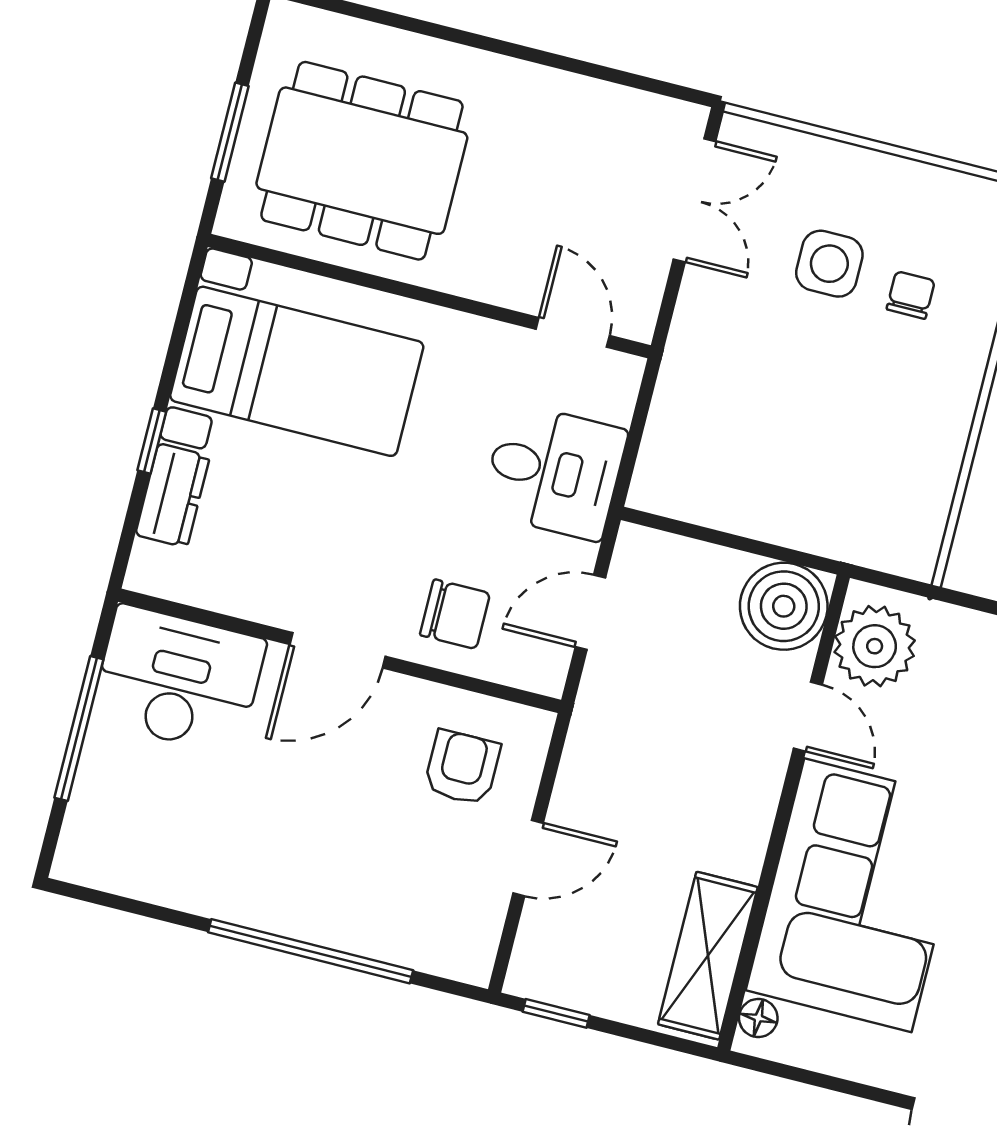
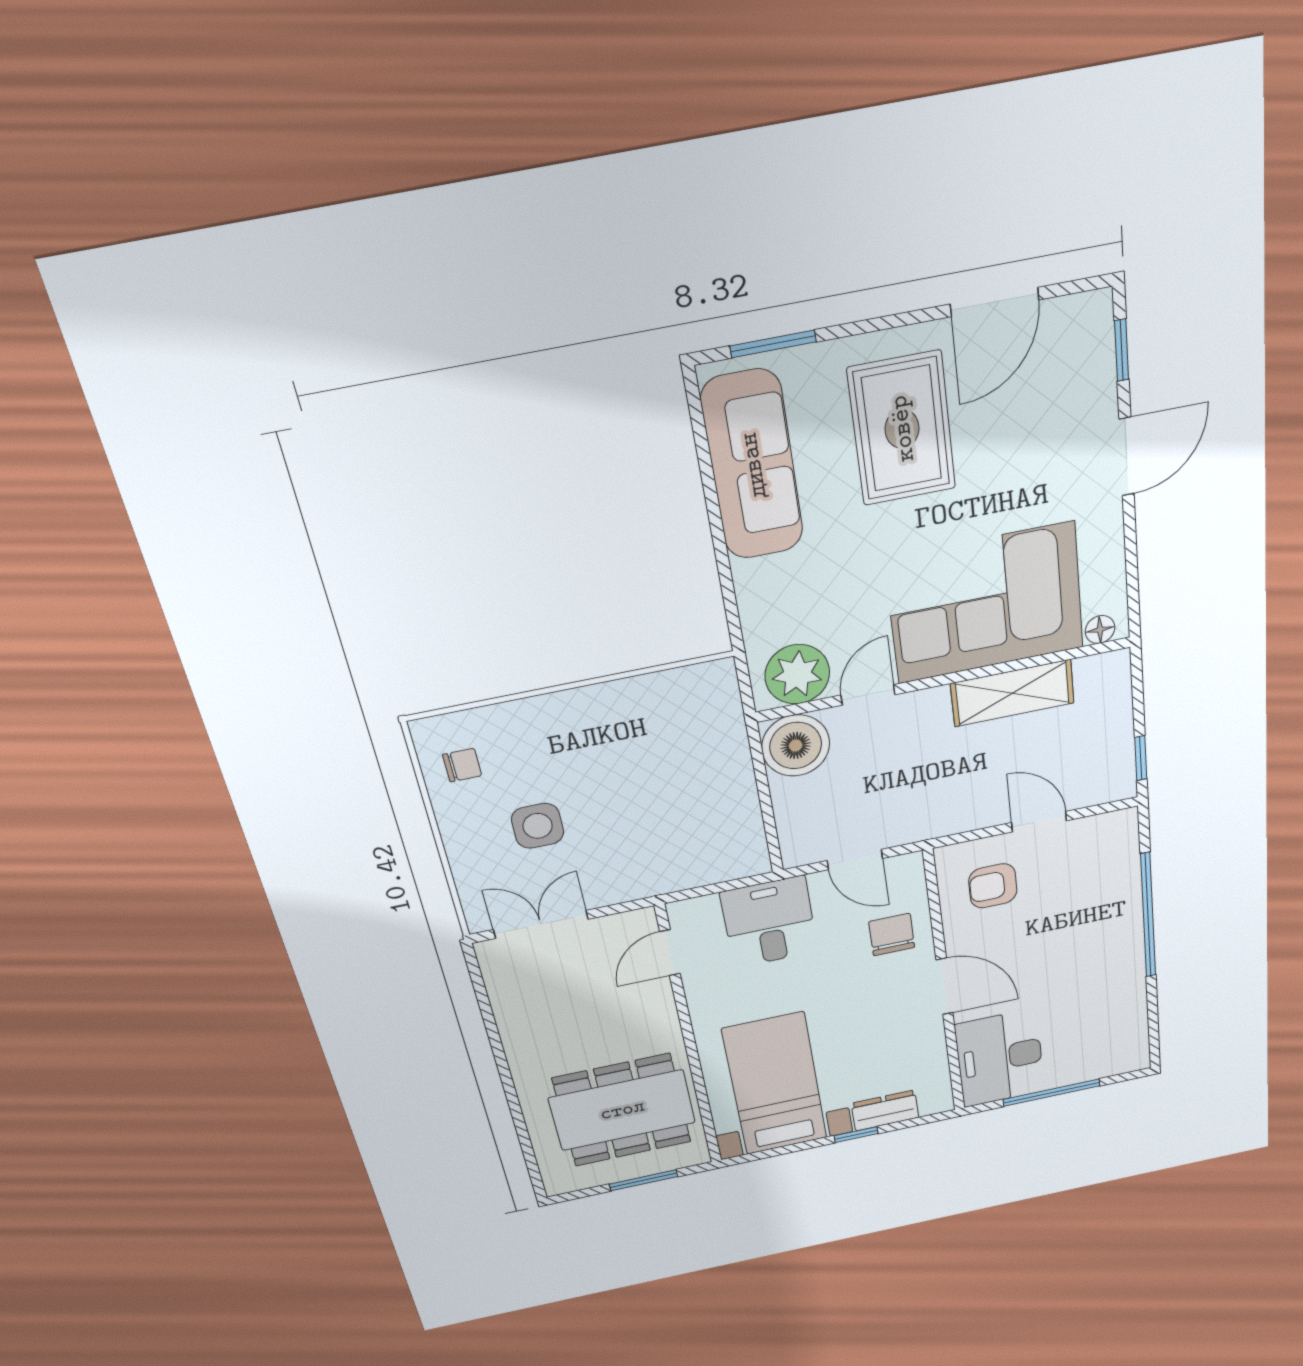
dining table: (362, 161) -> (622, 1110), turned 90
chair: (911, 295) -> (462, 765), moved, turned 180
shelving: (708, 956) -> (1012, 693), moved

